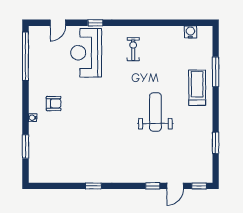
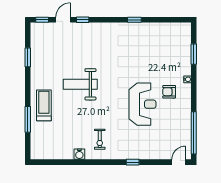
door: (58, 23) -> (179, 162), moved
water cooler: (190, 32) -> (79, 154), moved
reception desk: (86, 53) -> (142, 104), moved
treadmill: (197, 88) -> (44, 105), turned 180
weight bench: (155, 112) -> (80, 84), turned 90

